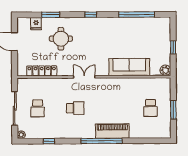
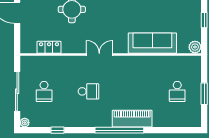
locker: (42, 71) -> (49, 47), width x0.66

